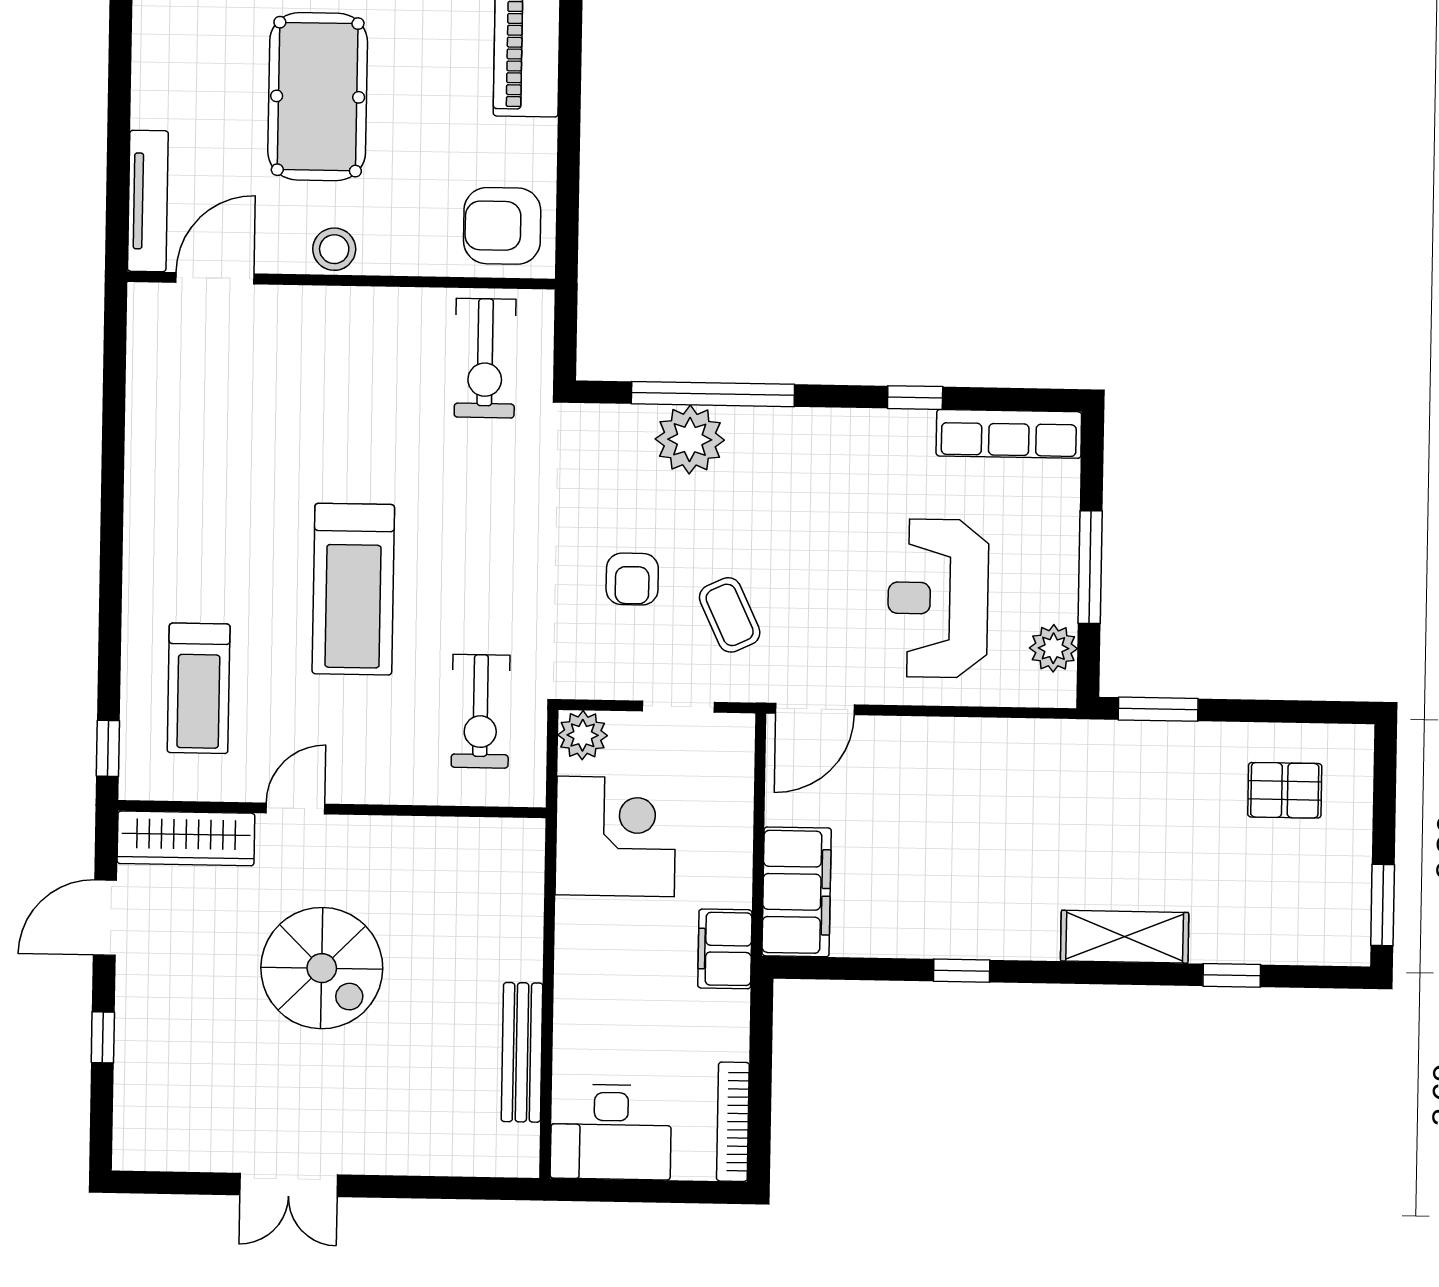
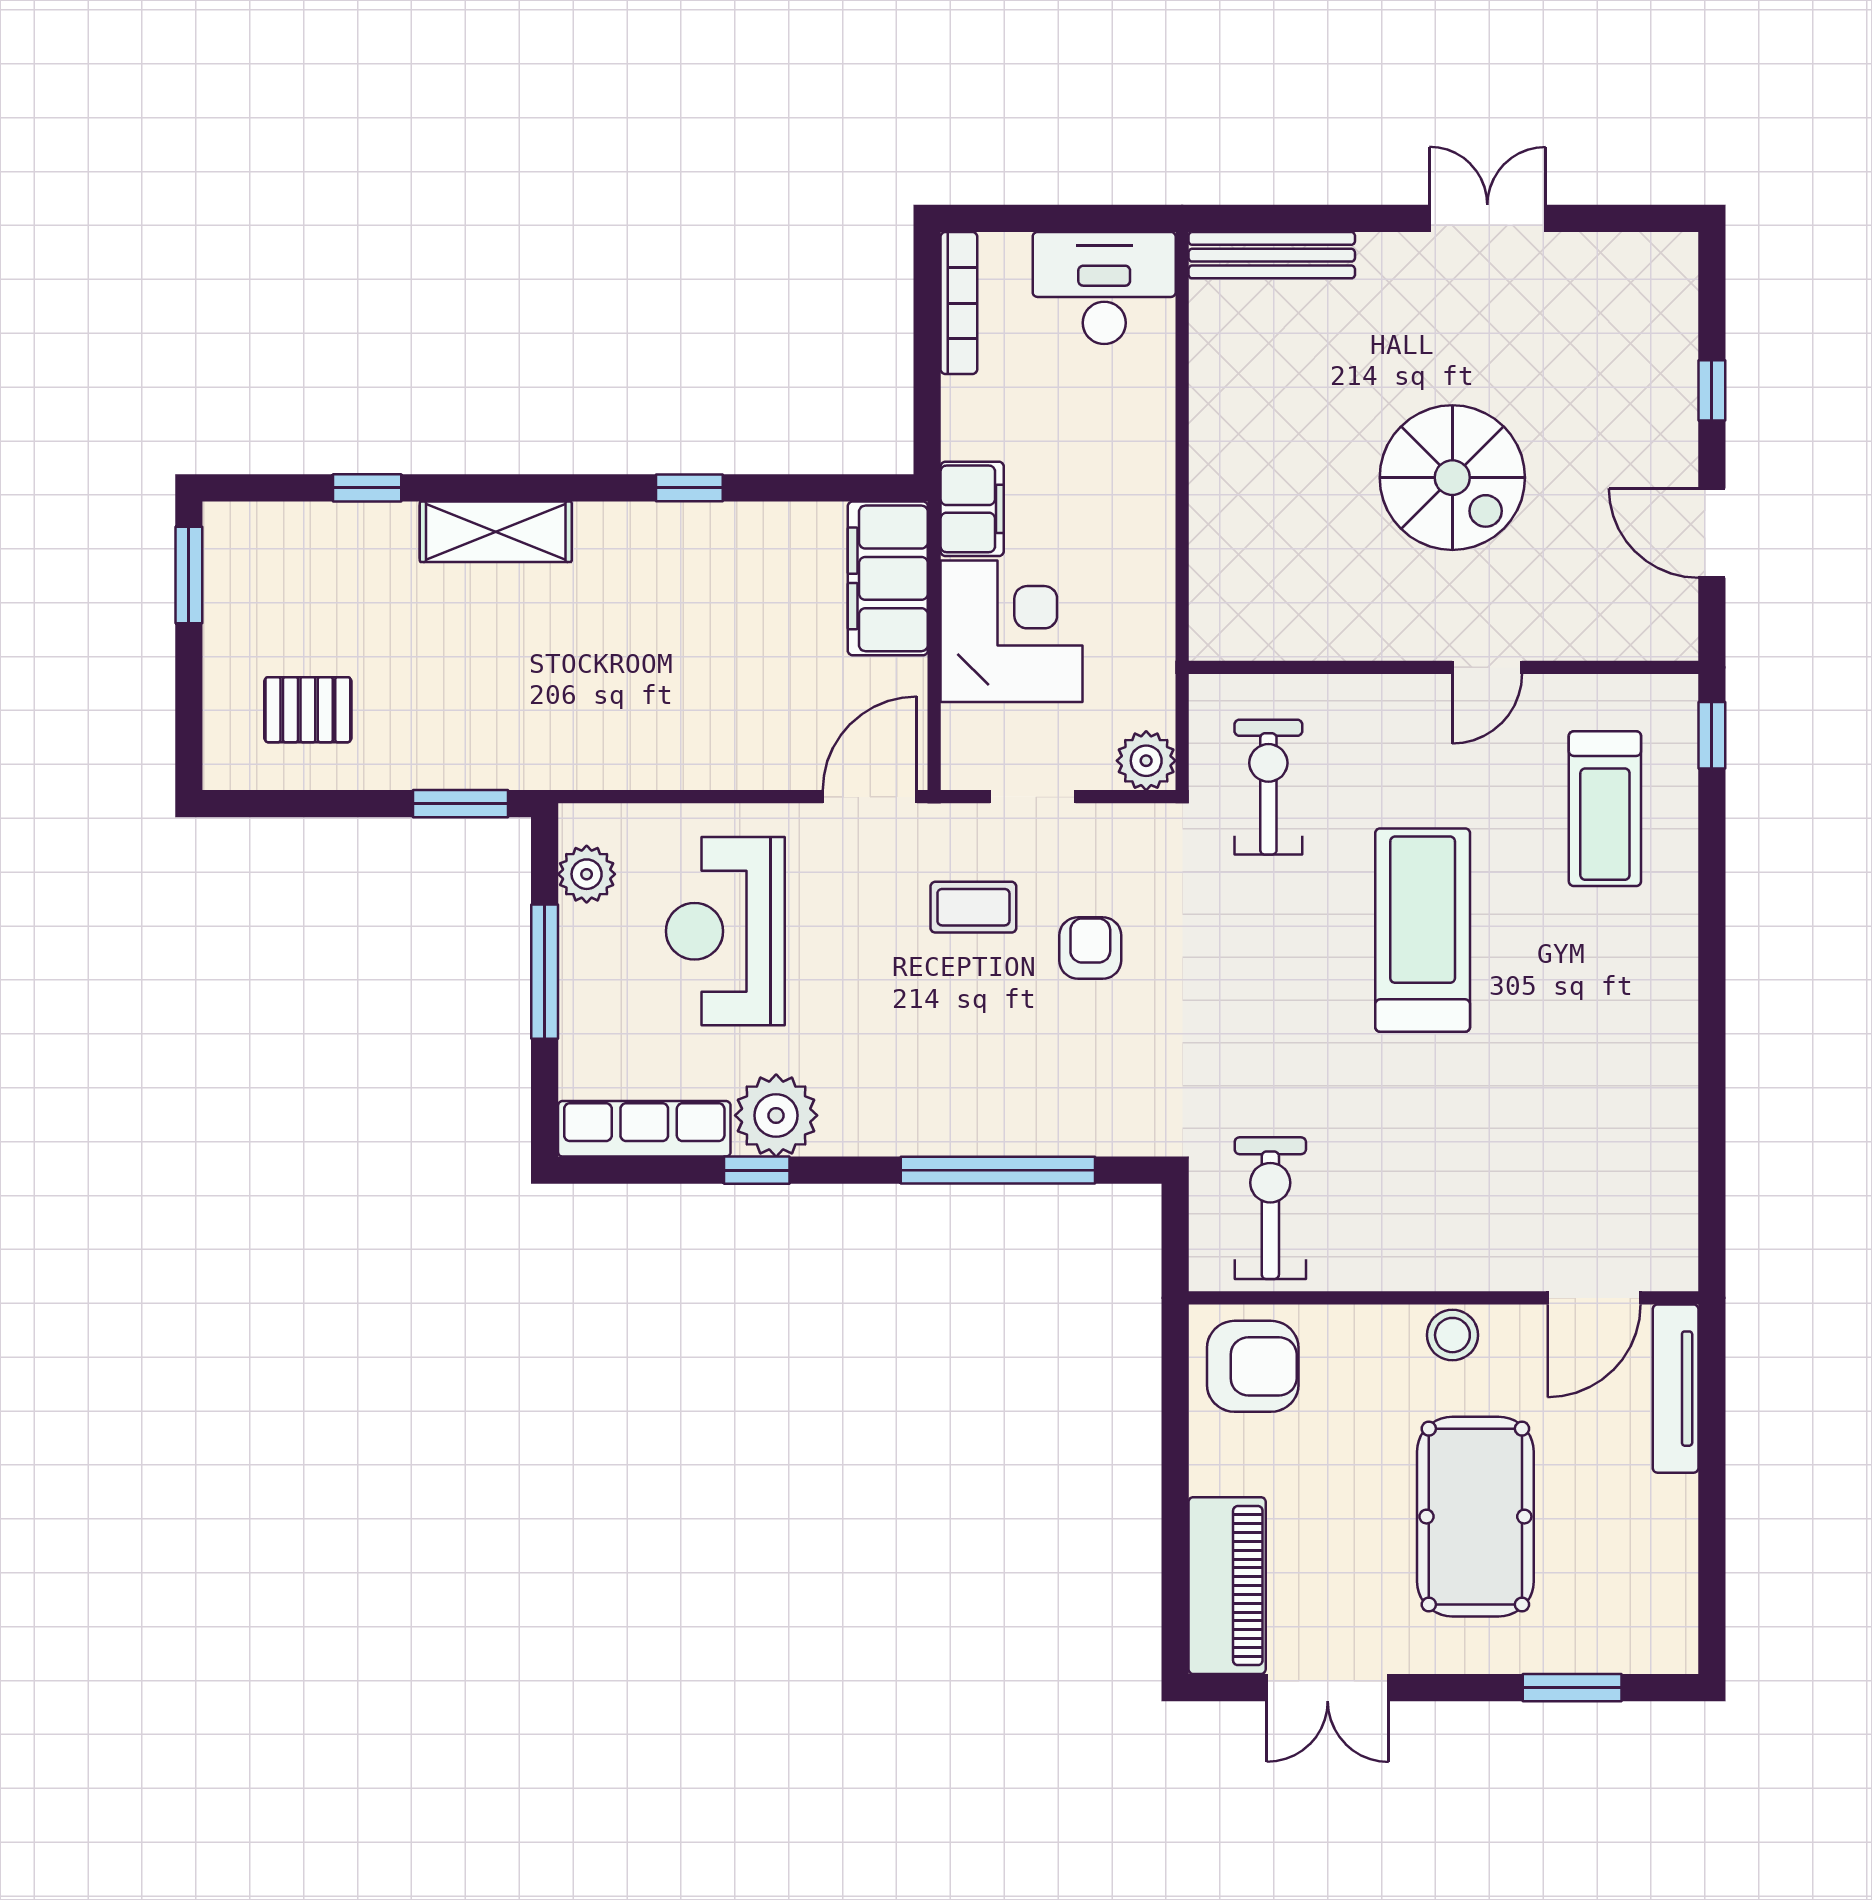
plant: (690, 440) -> (776, 1115), moved
reception desk: (938, 598) -> (725, 931), turned 180
coffee table: (730, 615) -> (973, 907), turned -65
treadmill: (199, 688) -> (1605, 809), turned 180
corner desk: (616, 836) -> (1012, 631), moved, turned 180
wardrobe: (186, 838) -> (1617, 629), removed
door: (105, 918) -> (1712, 533), swing flipped
spiral stairs: (322, 968) -> (1452, 478), turned 180
bench: (522, 1052) -> (1272, 255), moved, turned 90

